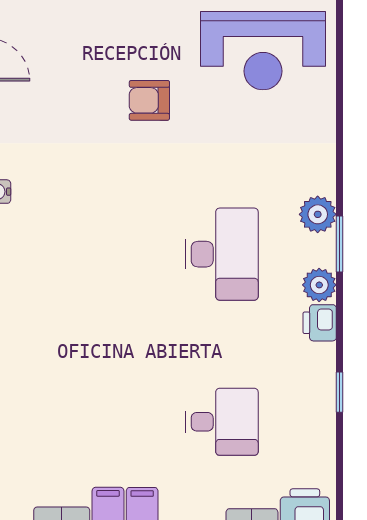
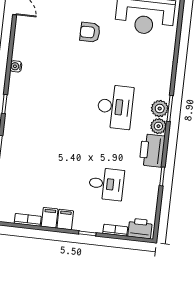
plant: (318, 214) -> (160, 109), moved
printer: (320, 323) -> (152, 150), width x1.87, depth x1.48

